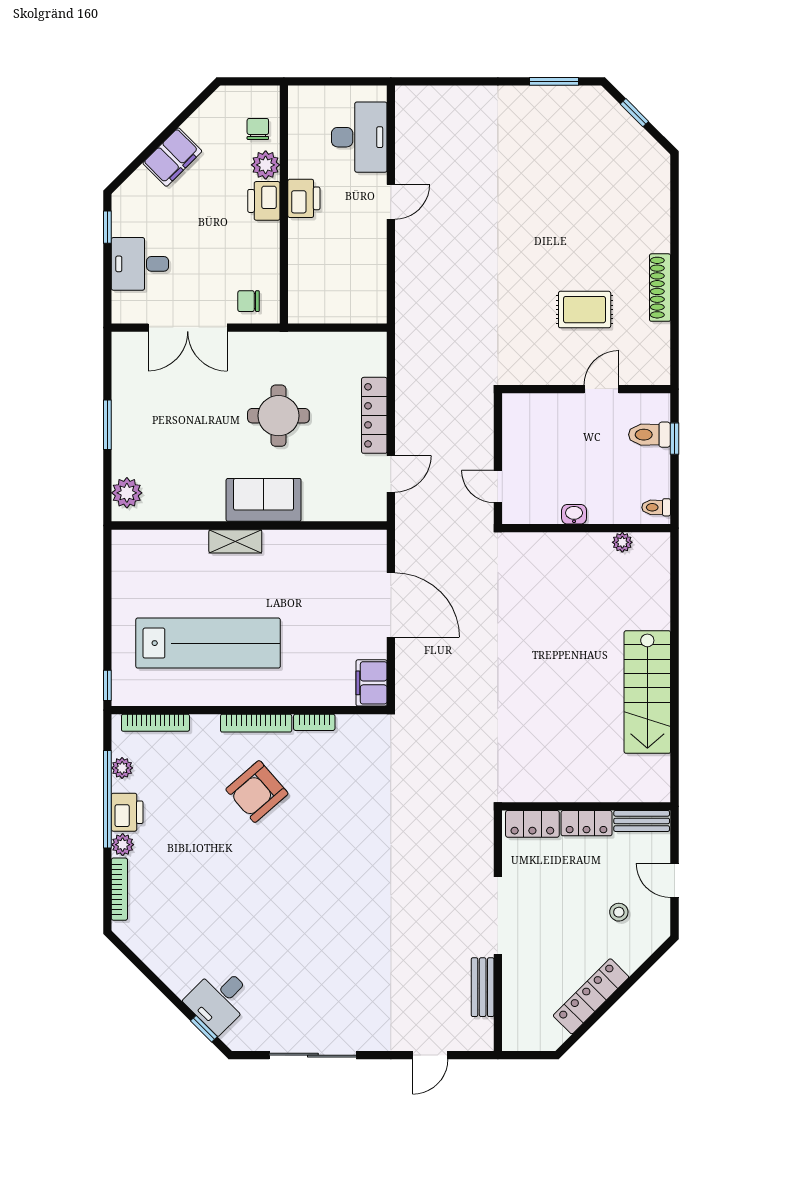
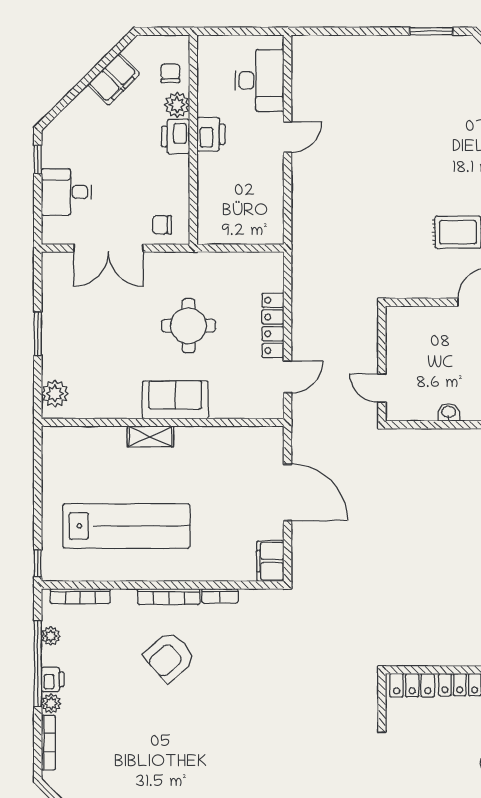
filing cabinet: (172, 157) -> (114, 79), moved
printer: (127, 812) -> (53, 679), width x0.73, depth x0.81

